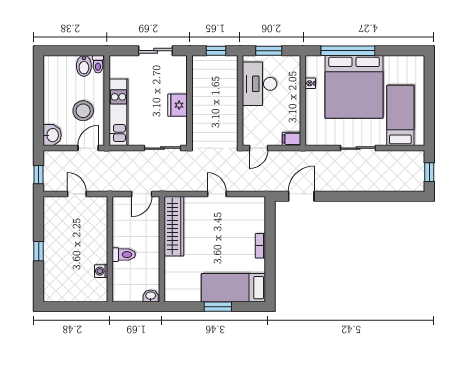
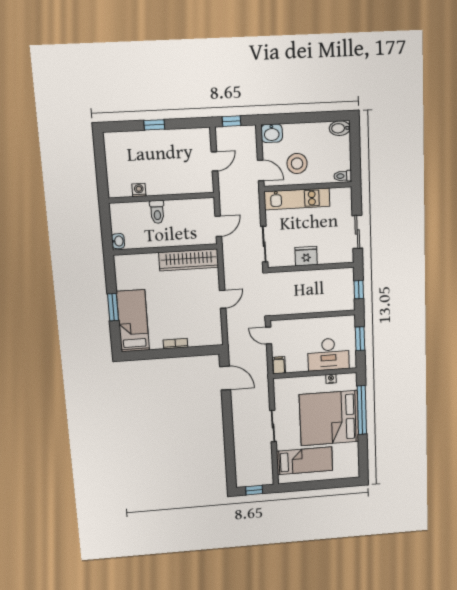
bidet: (84, 66) -> (340, 128), moved
desk: (260, 84) -> (328, 354), moved, turned 180
door: (142, 194) -> (218, 226), swing flipped

